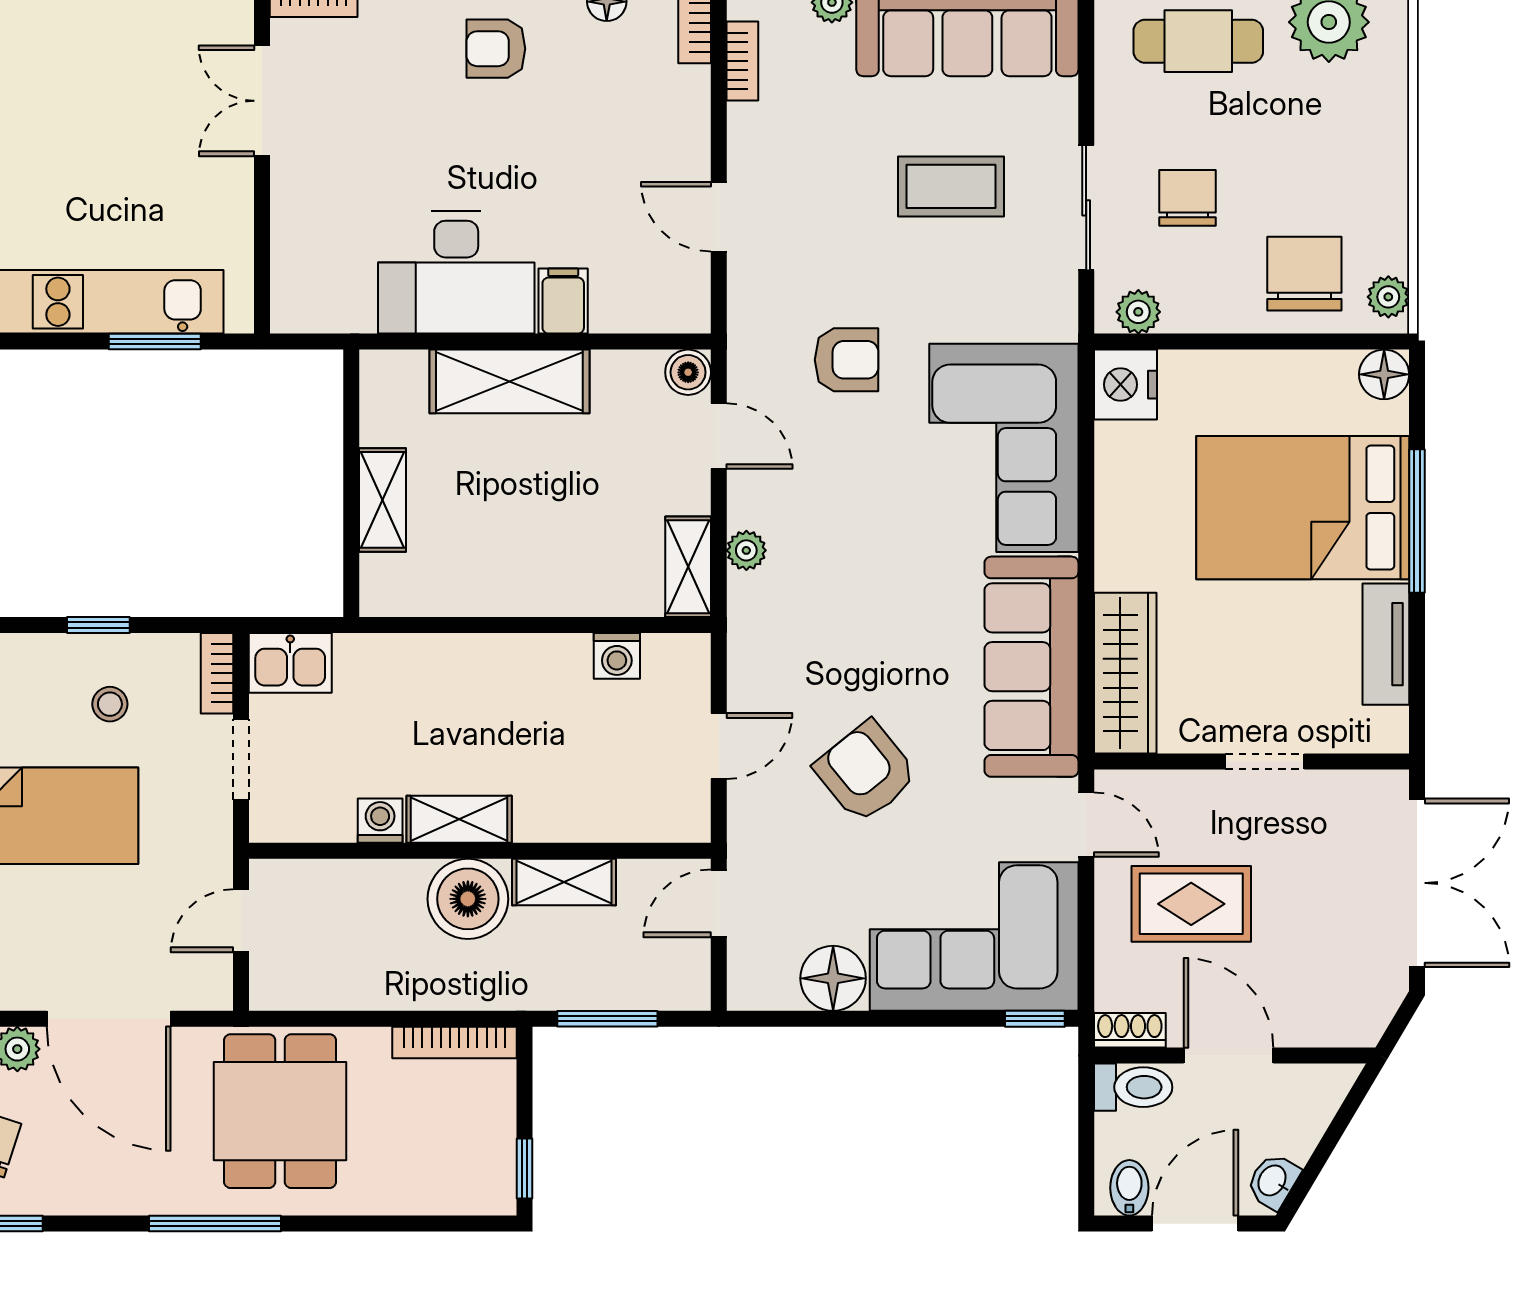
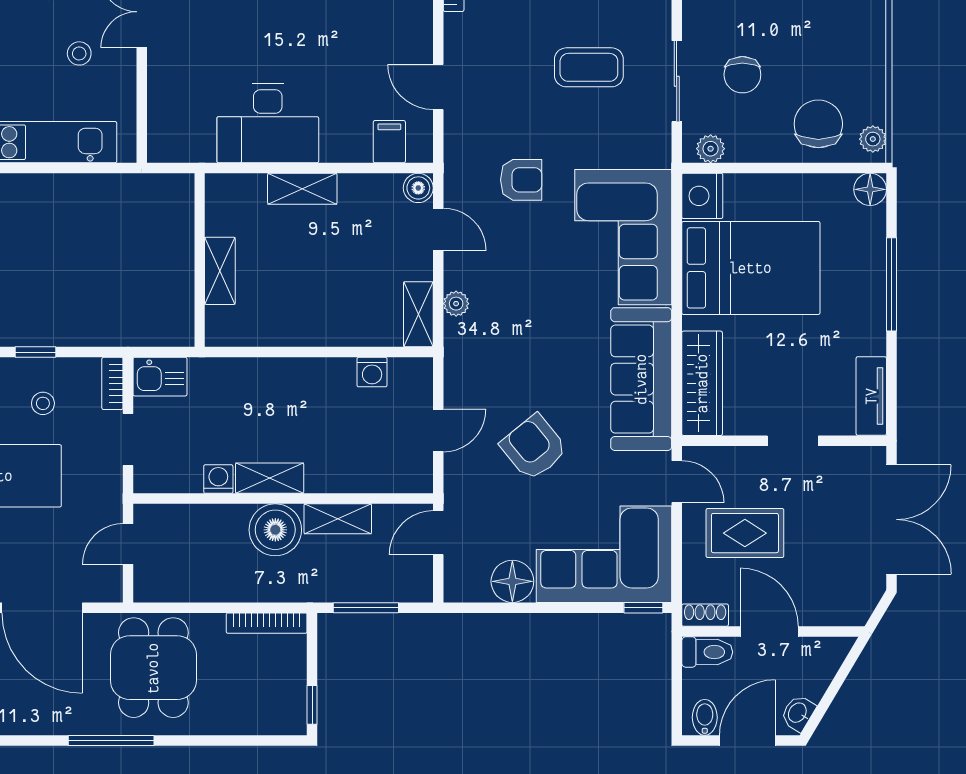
stool: (166, 165) -> (79, 53), added
chair: (1187, 198) -> (742, 75), turned 180
filing cabinet: (563, 301) -> (389, 142), moved
window: (155, 342) -> (72, 168), removed
shelving: (509, 381) -> (302, 189), width x0.67, depth x0.75
bed: (1303, 508) -> (751, 268), moved, turned 180
tv unit: (1386, 644) -> (871, 396), moved

